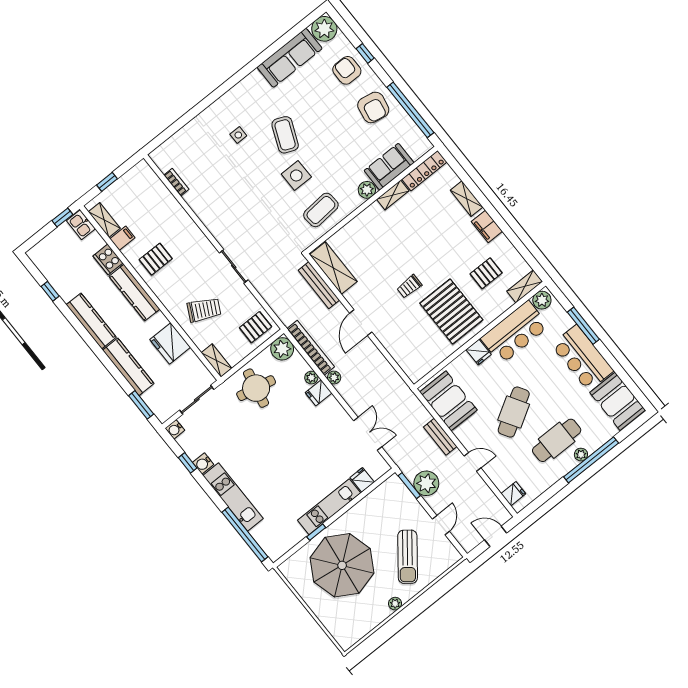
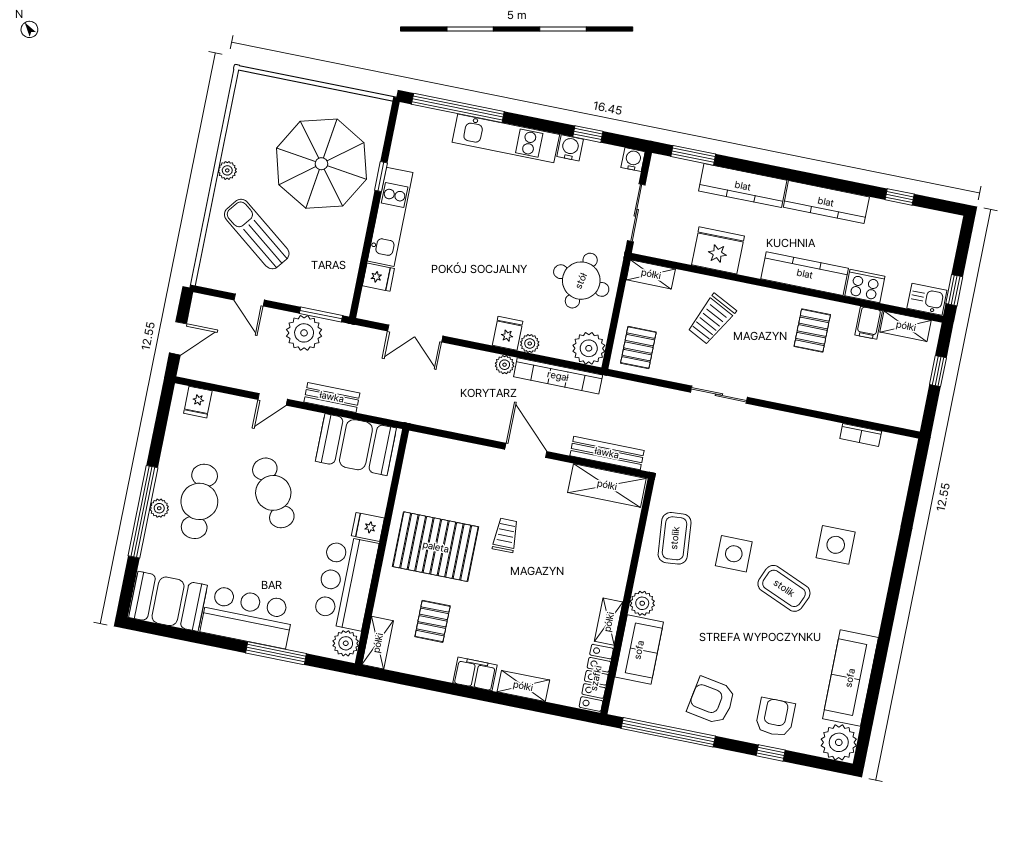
armchair: (347, 70) -> (775, 717), turned -90
side table: (238, 135) -> (836, 545), width x1.87, depth x1.87

